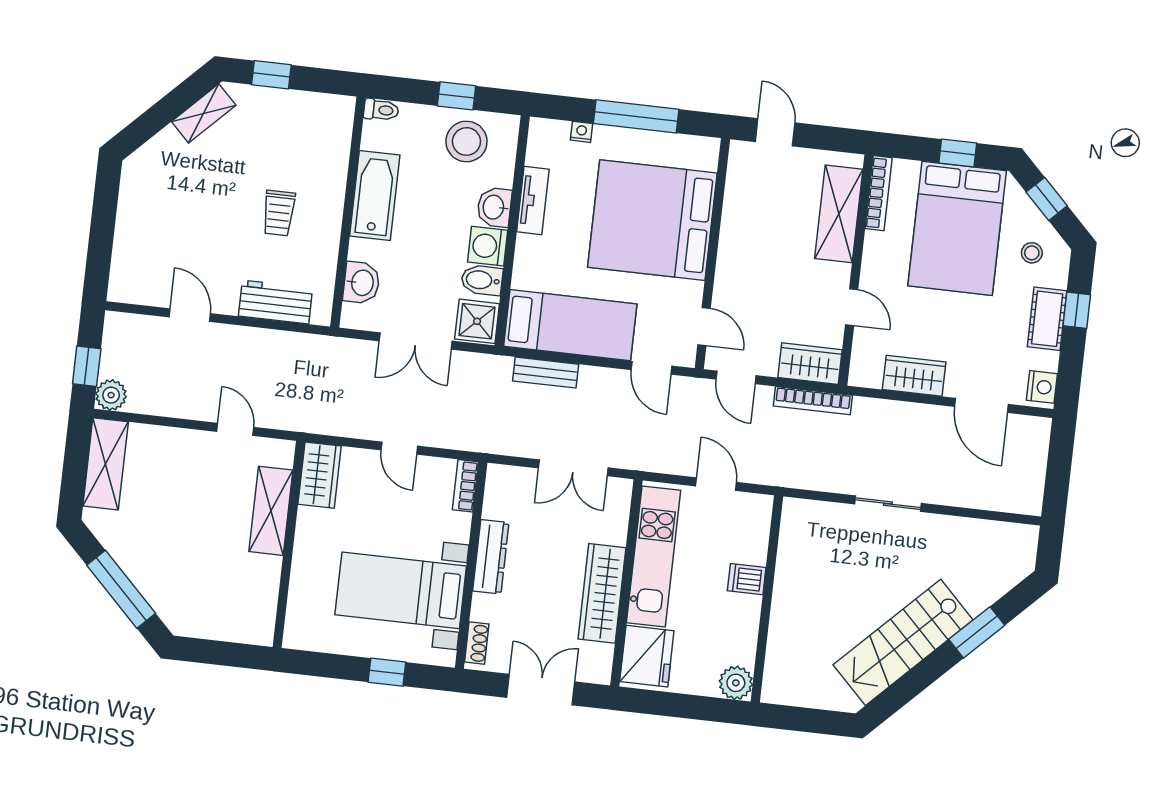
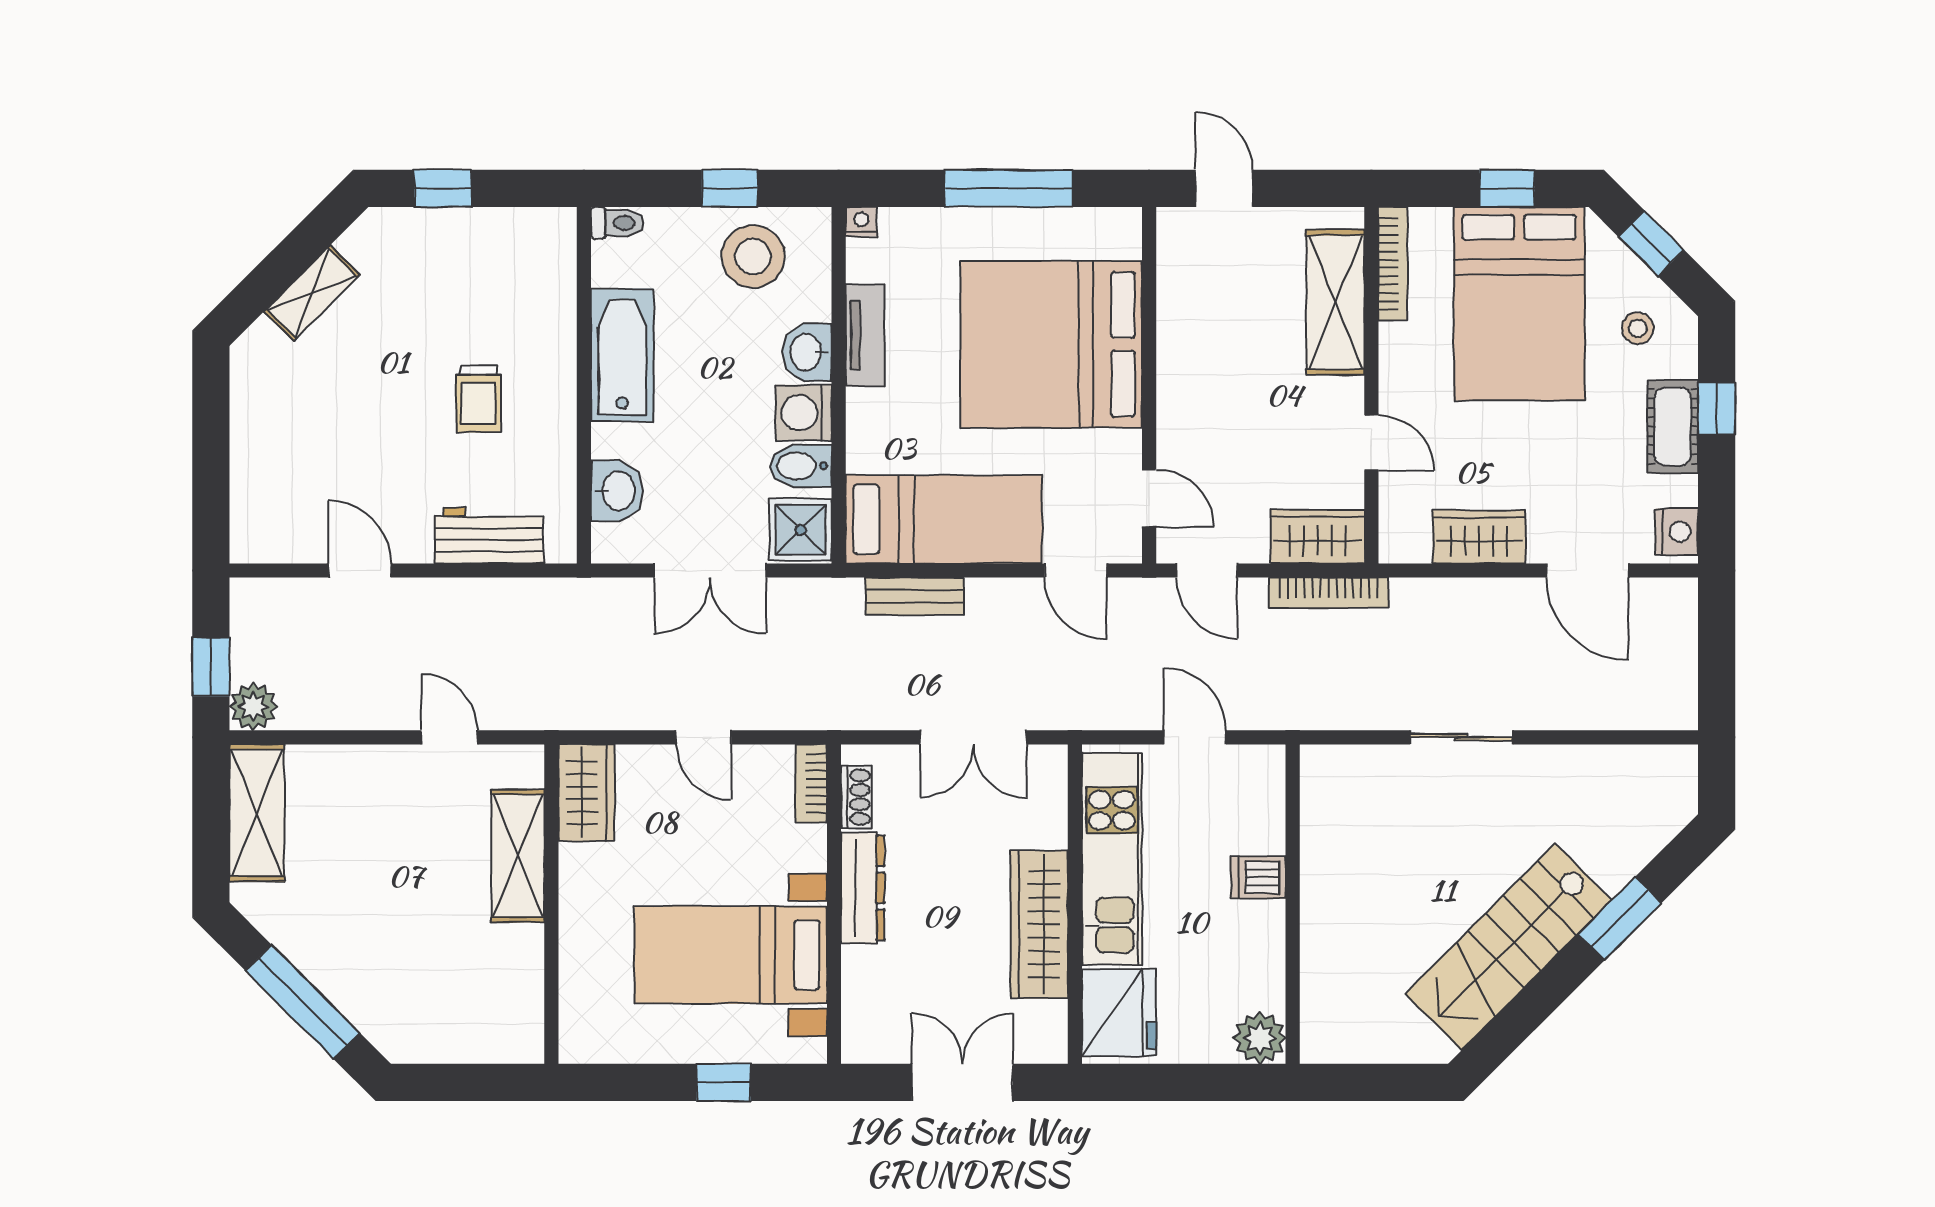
shelving: (204, 113) -> (312, 293), moved
nightstand: (581, 132) -> (861, 222), moved
shoe rack: (477, 643) -> (856, 797), moved

